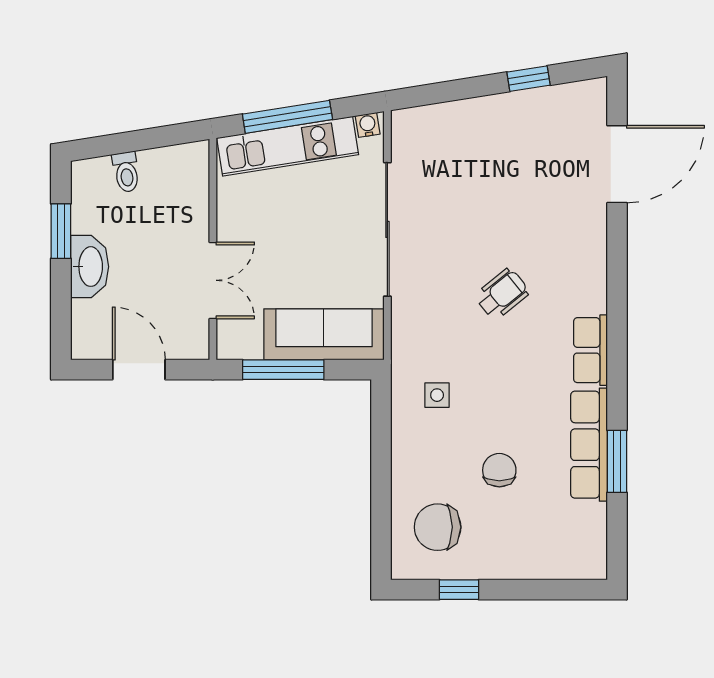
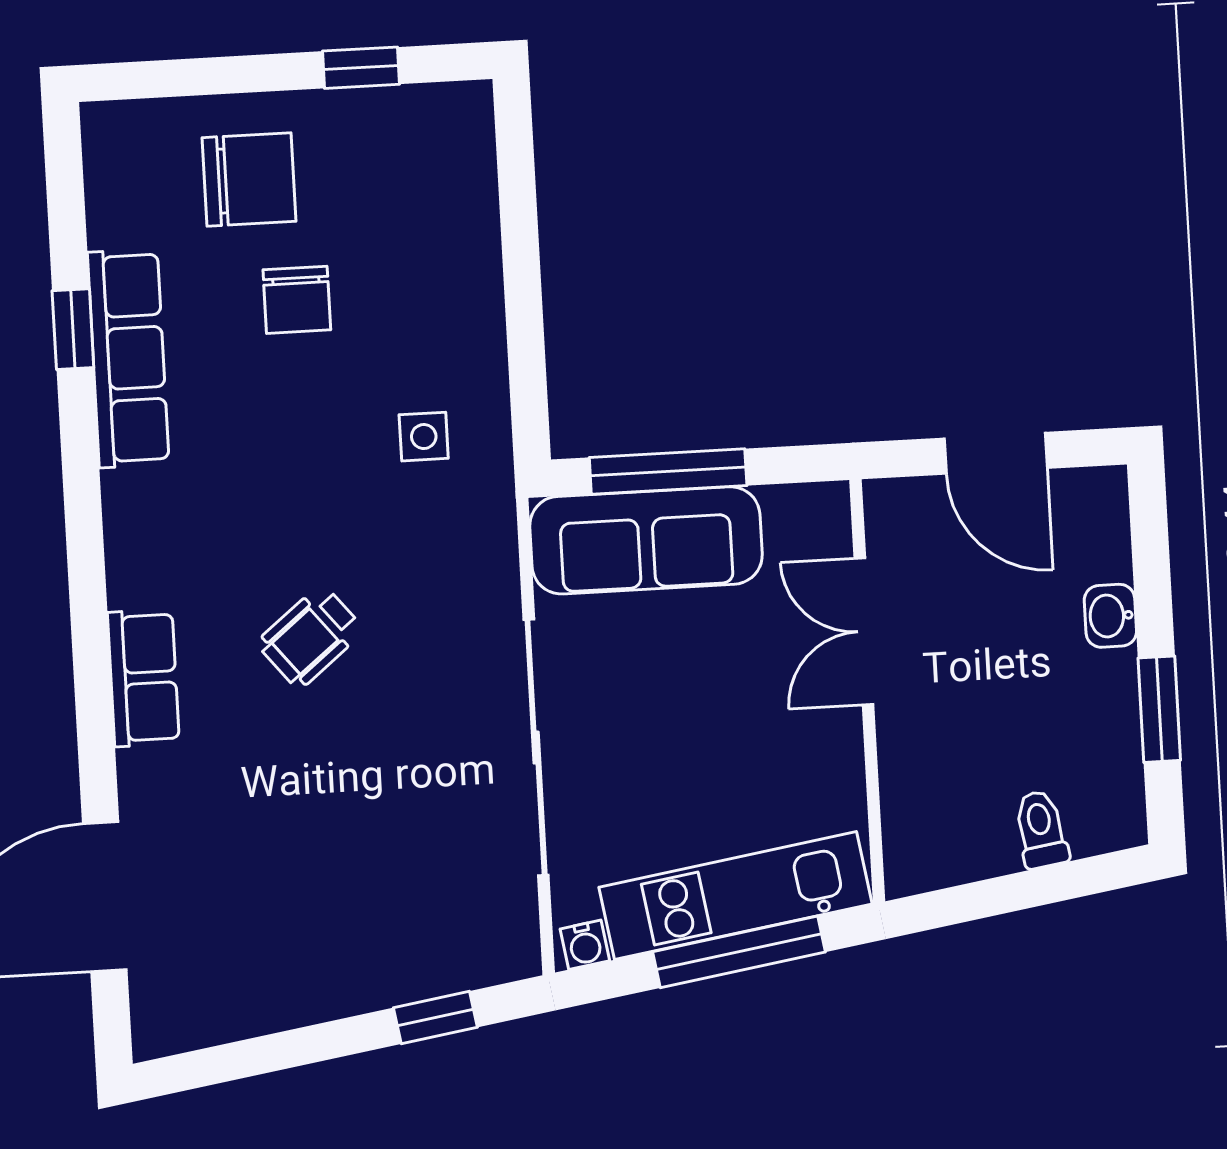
window: (528, 79) -> (435, 1017), moved
washbasin: (90, 267) -> (1110, 616), width x0.52, depth x0.69
row of seats: (590, 350) -> (143, 678), moved
window: (283, 370) -> (668, 472), moved
window: (617, 461) -> (73, 329), width x0.67
chair: (438, 527) -> (249, 179), moved

